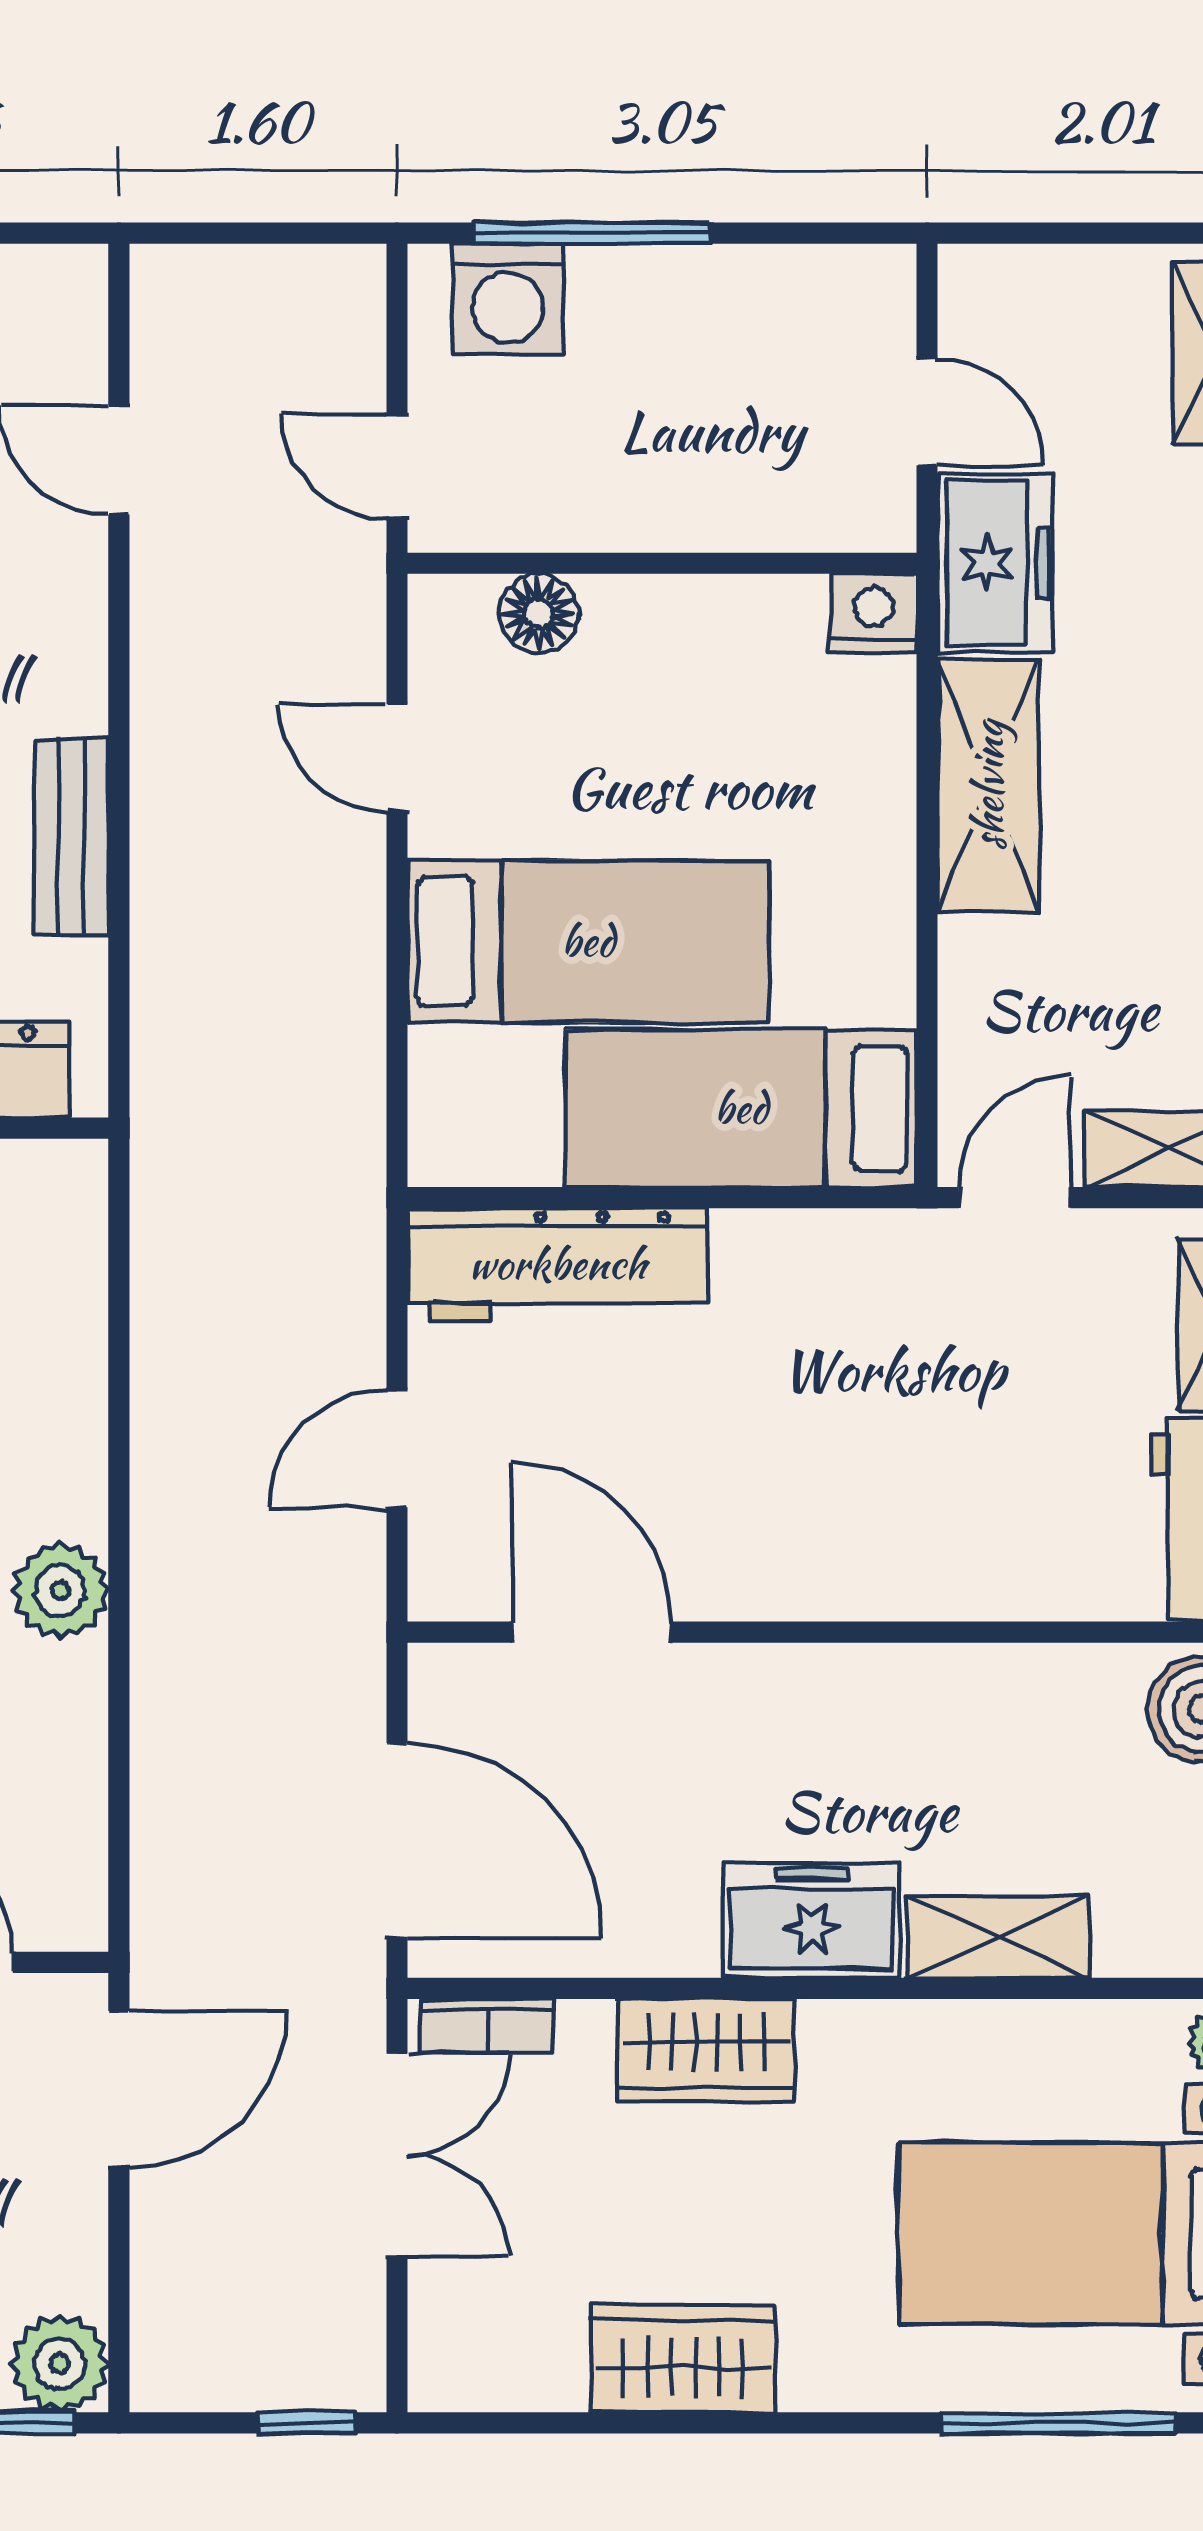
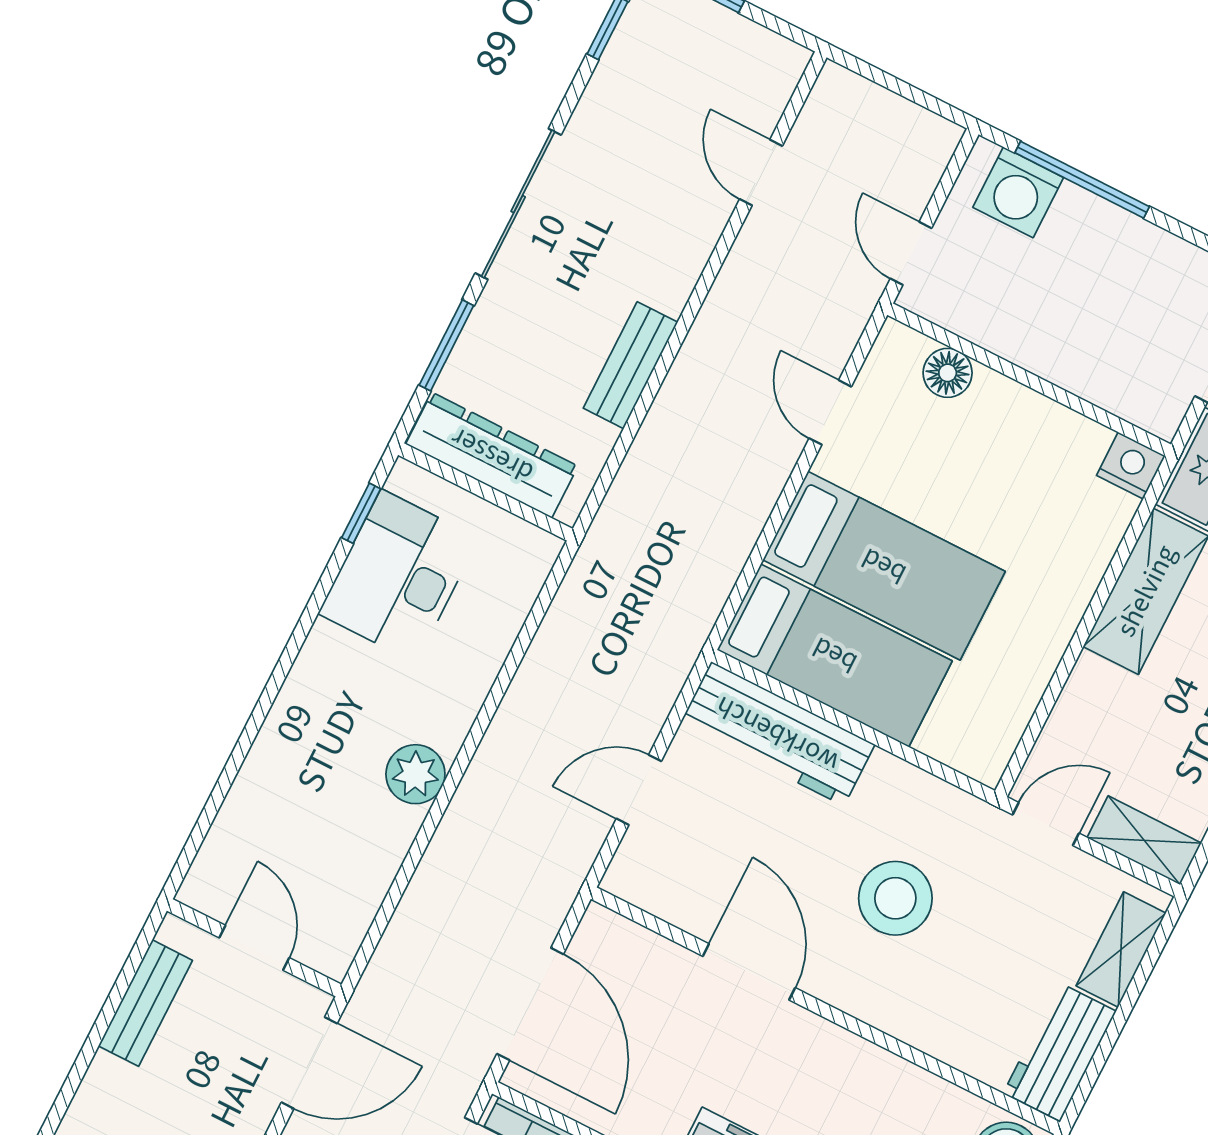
bed: (741, 1108) -> (835, 655), moved, turned 180
stool: (850, 1417) -> (895, 898), added
door: (591, 1632) -> (749, 972), moved

